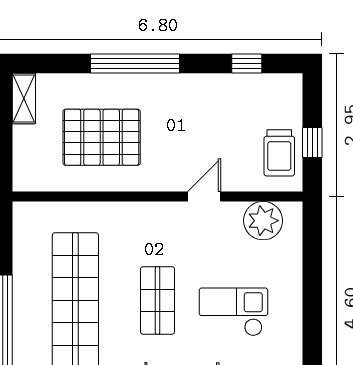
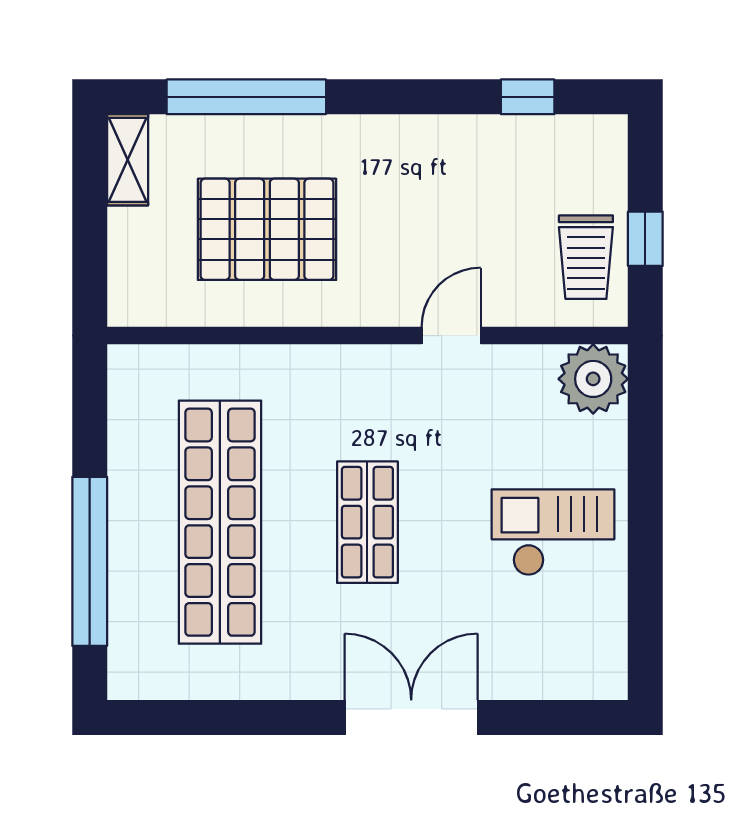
window: (135, 63) -> (246, 97), moved
plant: (263, 221) -> (593, 379), moved
checkout: (233, 312) -> (553, 532), moved

